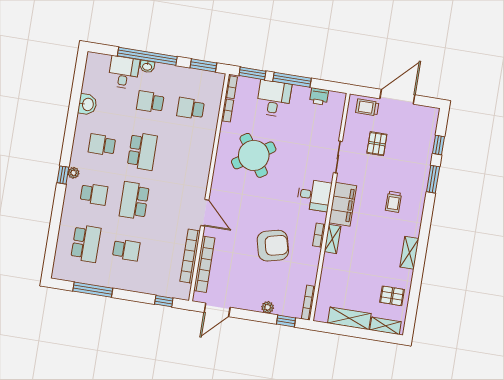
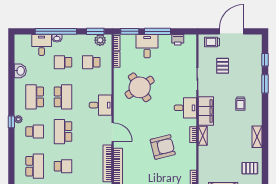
plant: (208, 79) -> (100, 40), added
school desk: (102, 145) -> (35, 97), width x1.85
desk: (194, 172) -> (100, 105), added

